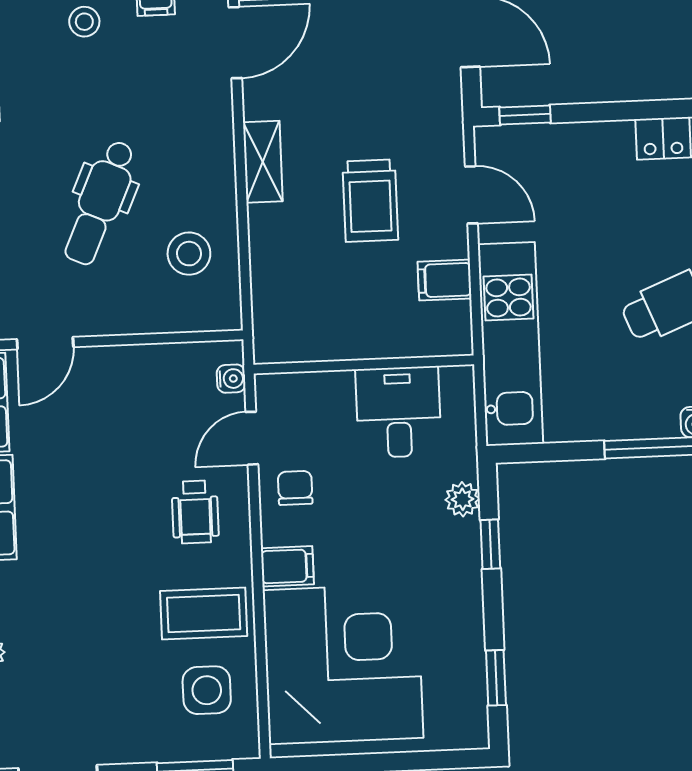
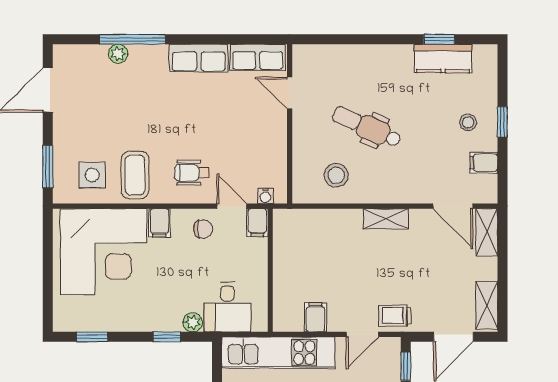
trolley: (370, 201) -> (395, 316), moved, width x0.73, depth x0.72
filing cabinet: (279, 391) -> (257, 223), added
desk: (398, 412) -> (227, 307), moved, turned 90

